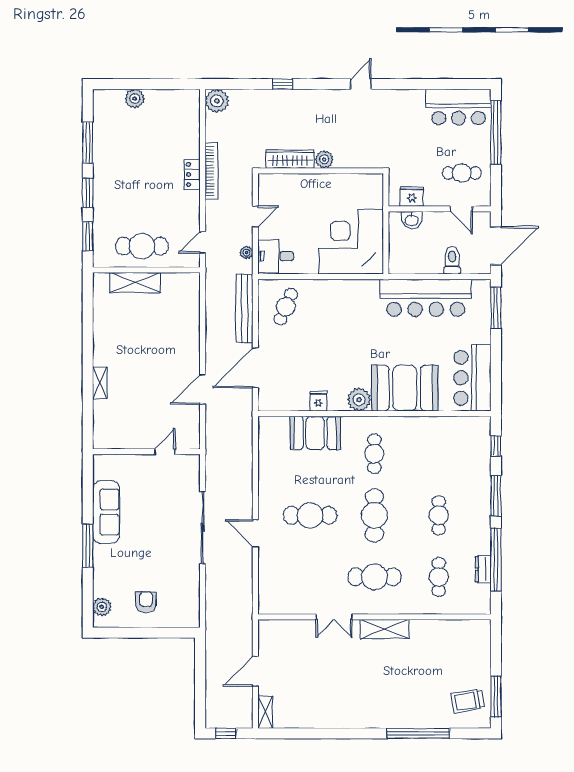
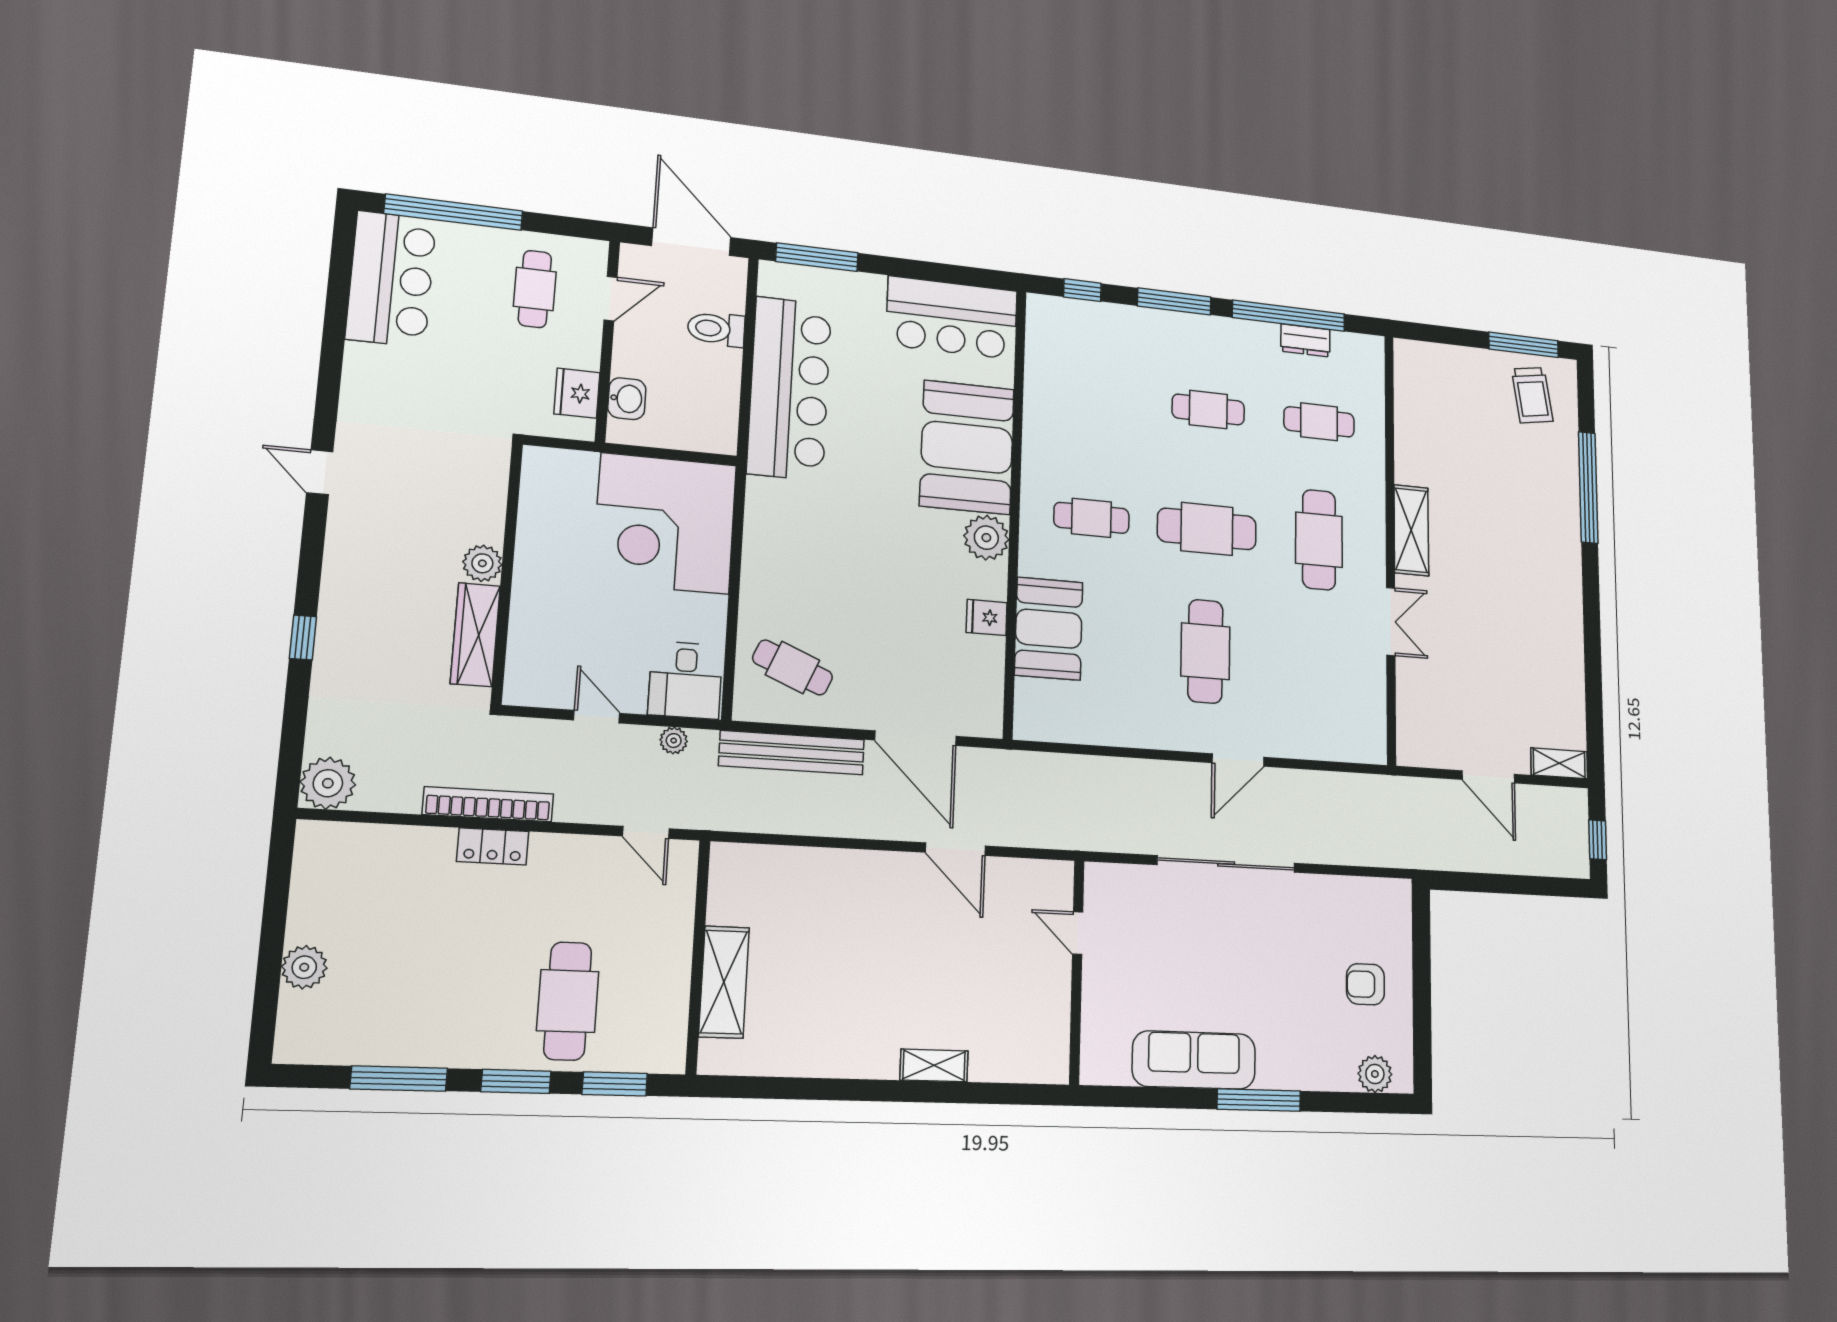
cafe table: (142, 246) -> (568, 1001), moved

